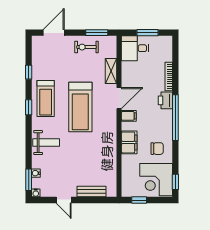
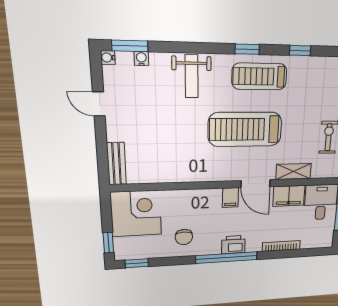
printer: (165, 100) -> (233, 245), moved
filing cabinet: (129, 142) -> (289, 196), moved
corner desk: (156, 180) -> (136, 214), moved, turned 90
bench: (91, 192) -> (116, 164), moved
door: (64, 200) -> (99, 104), hinge flipped
window: (139, 200) -> (108, 243), moved

